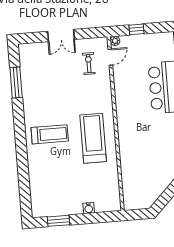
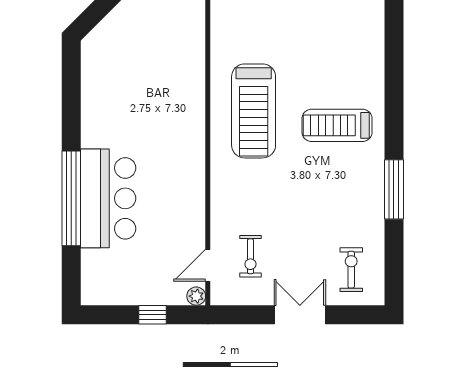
exercise bike: (36, 61) -> (351, 270), added
window: (16, 82) -> (394, 189), moved

